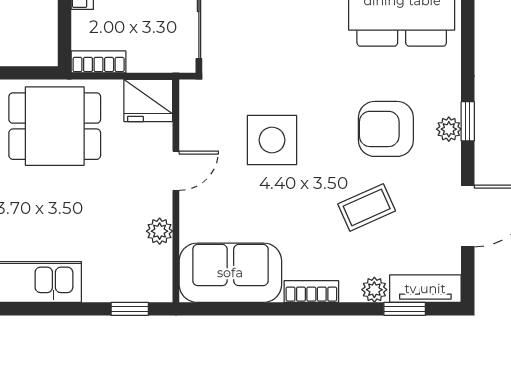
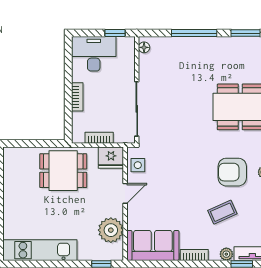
bookcase: (99, 62) -> (99, 138), moved
side table: (272, 140) -> (138, 165), moved, width x0.54, depth x0.54
plant: (160, 231) -> (111, 230), width x1.88, depth x1.88

